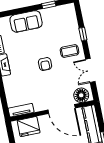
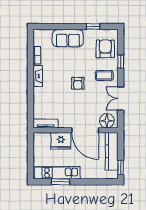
armchair: (65, 25) -> (105, 49), added
fridge: (29, 127) -> (61, 141), moved

